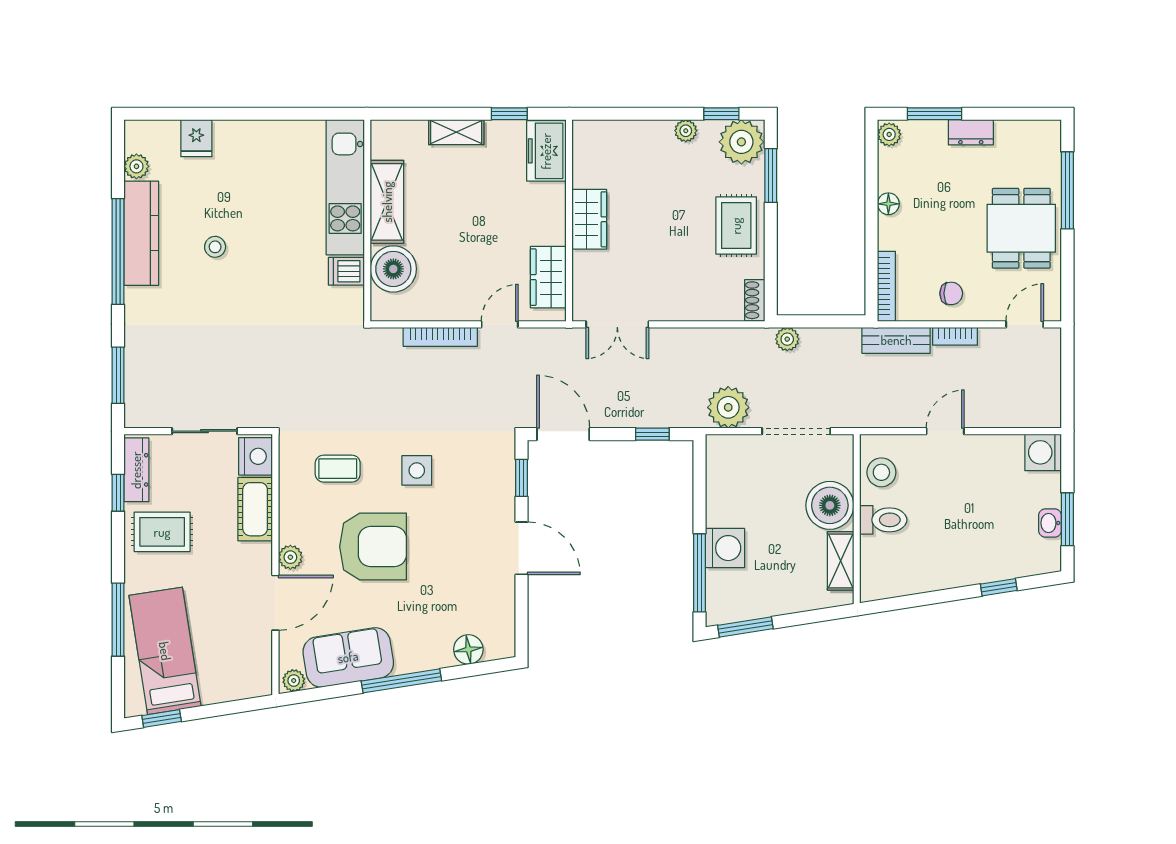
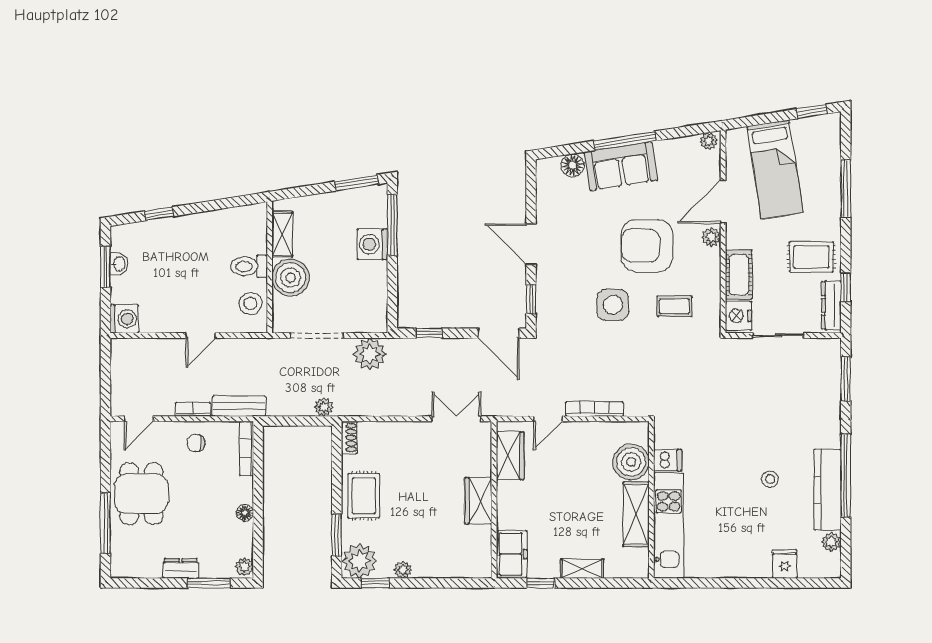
side table: (417, 470) -> (613, 305), width x1.37, depth x1.37
bed: (165, 651) -> (775, 169), moved
sofa: (348, 657) -> (621, 166), moved

